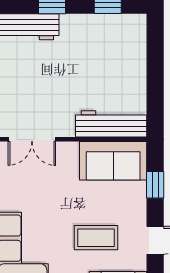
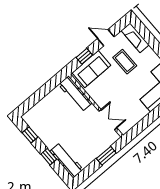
sofa: (113, 161) -> (91, 69), moved, turned 90

